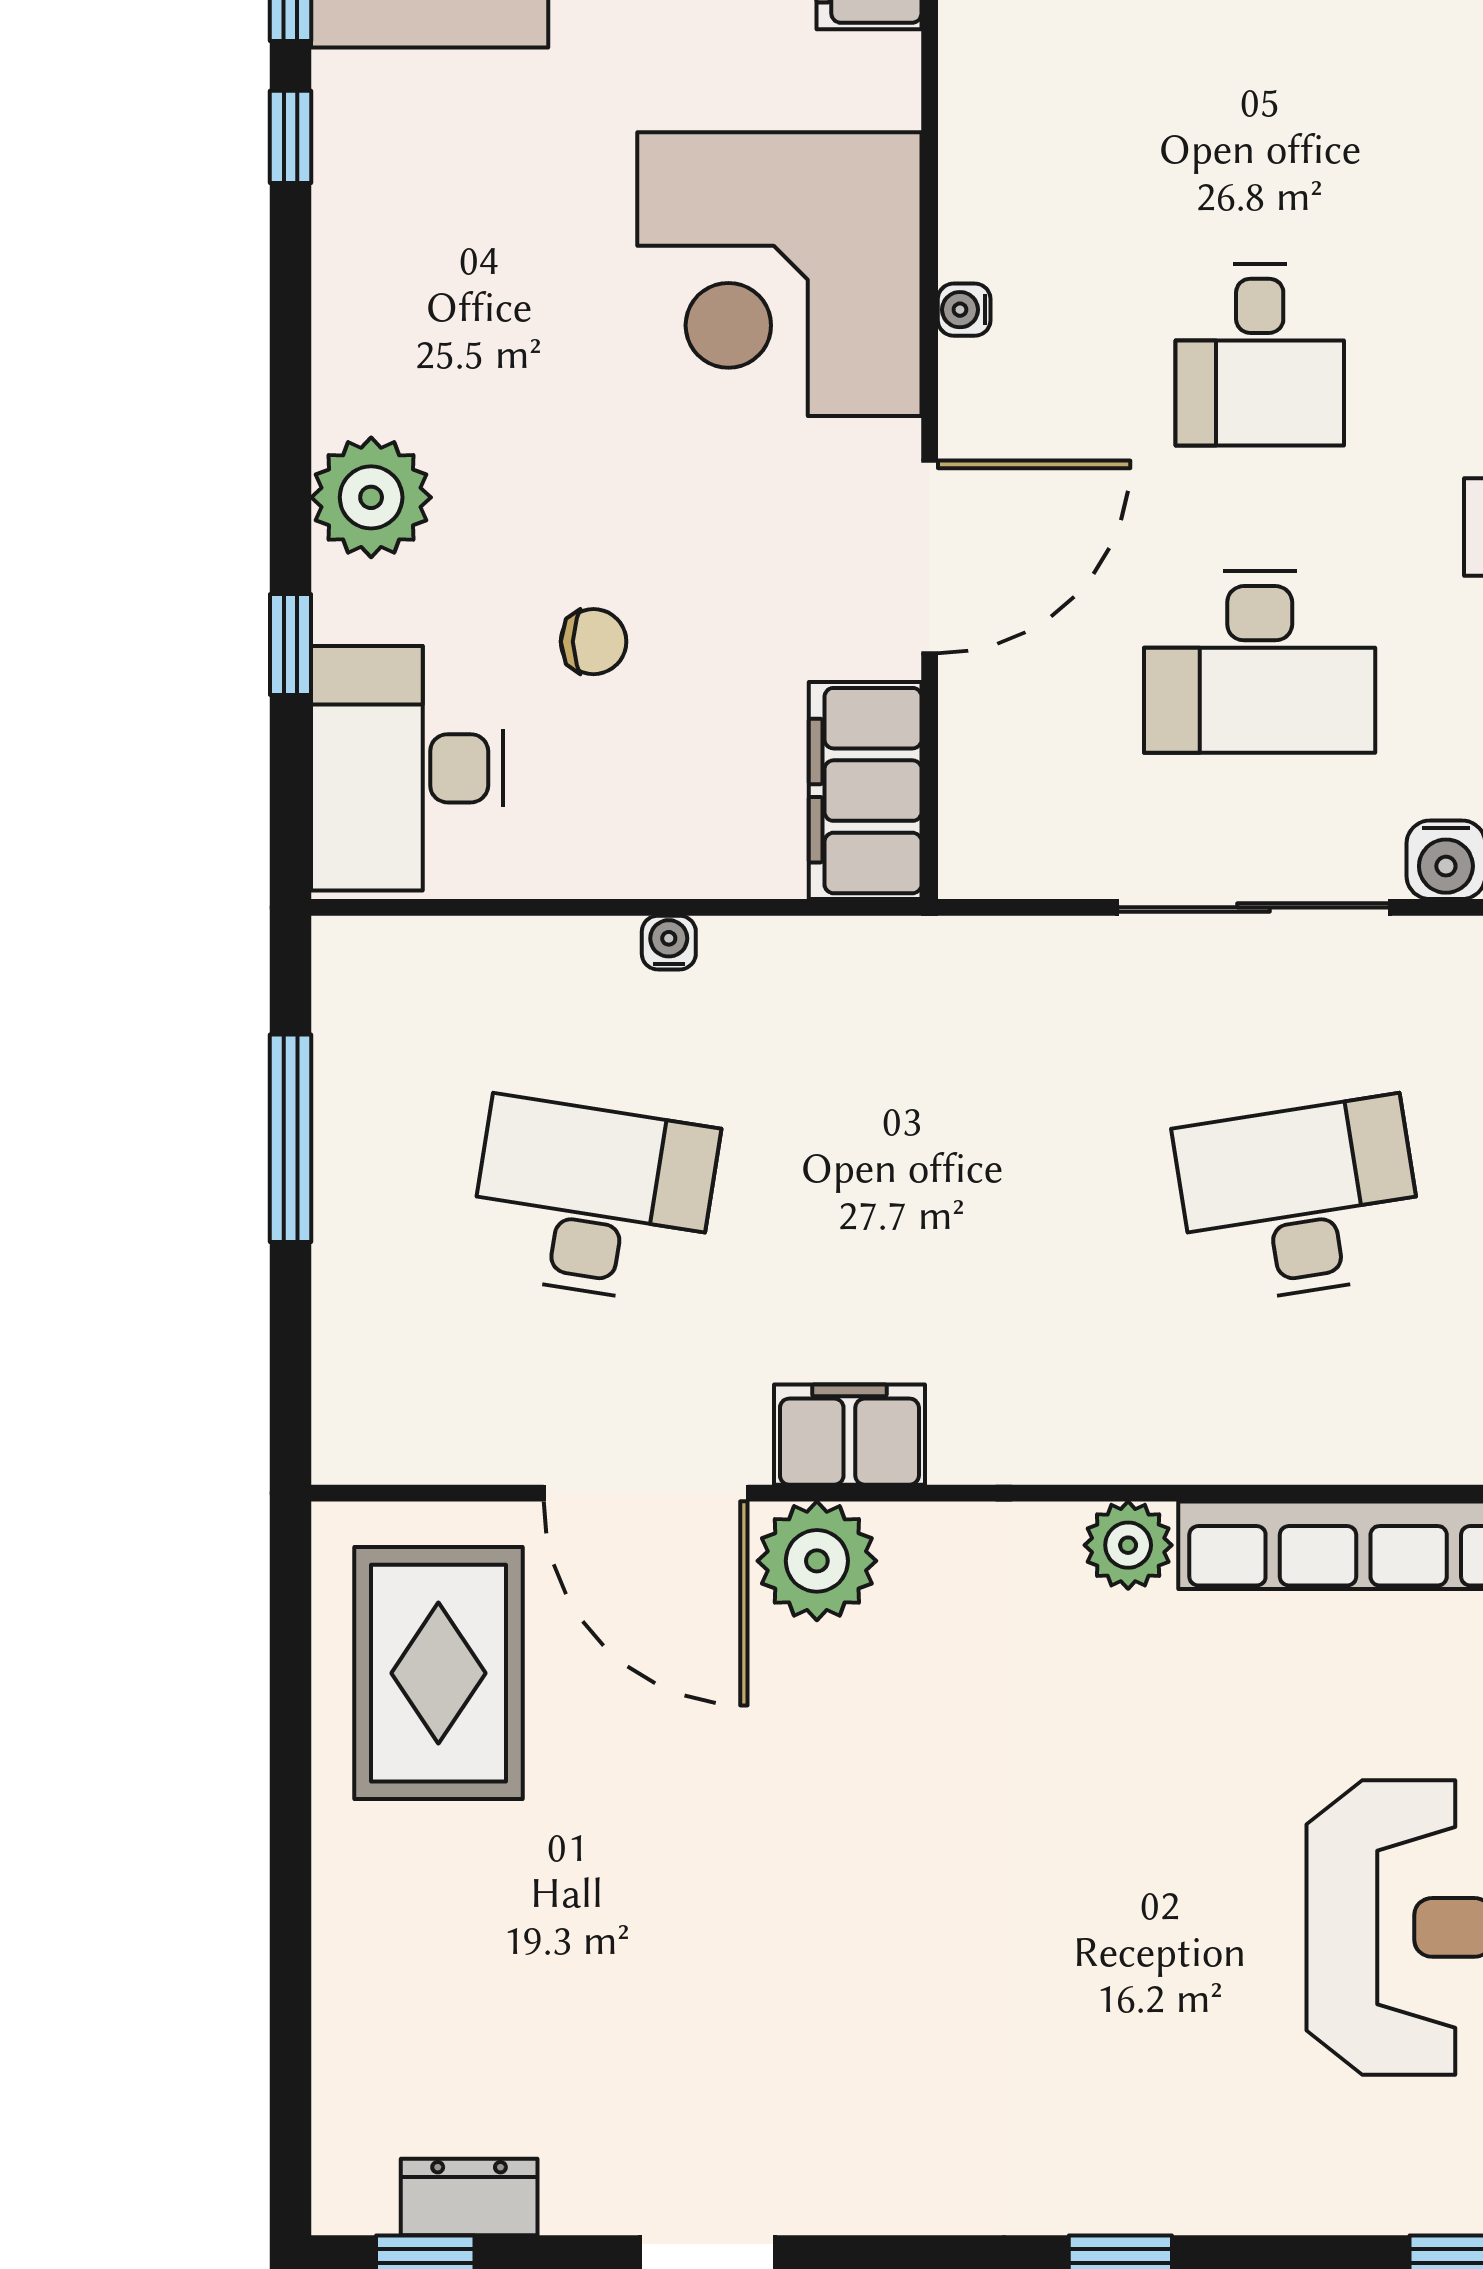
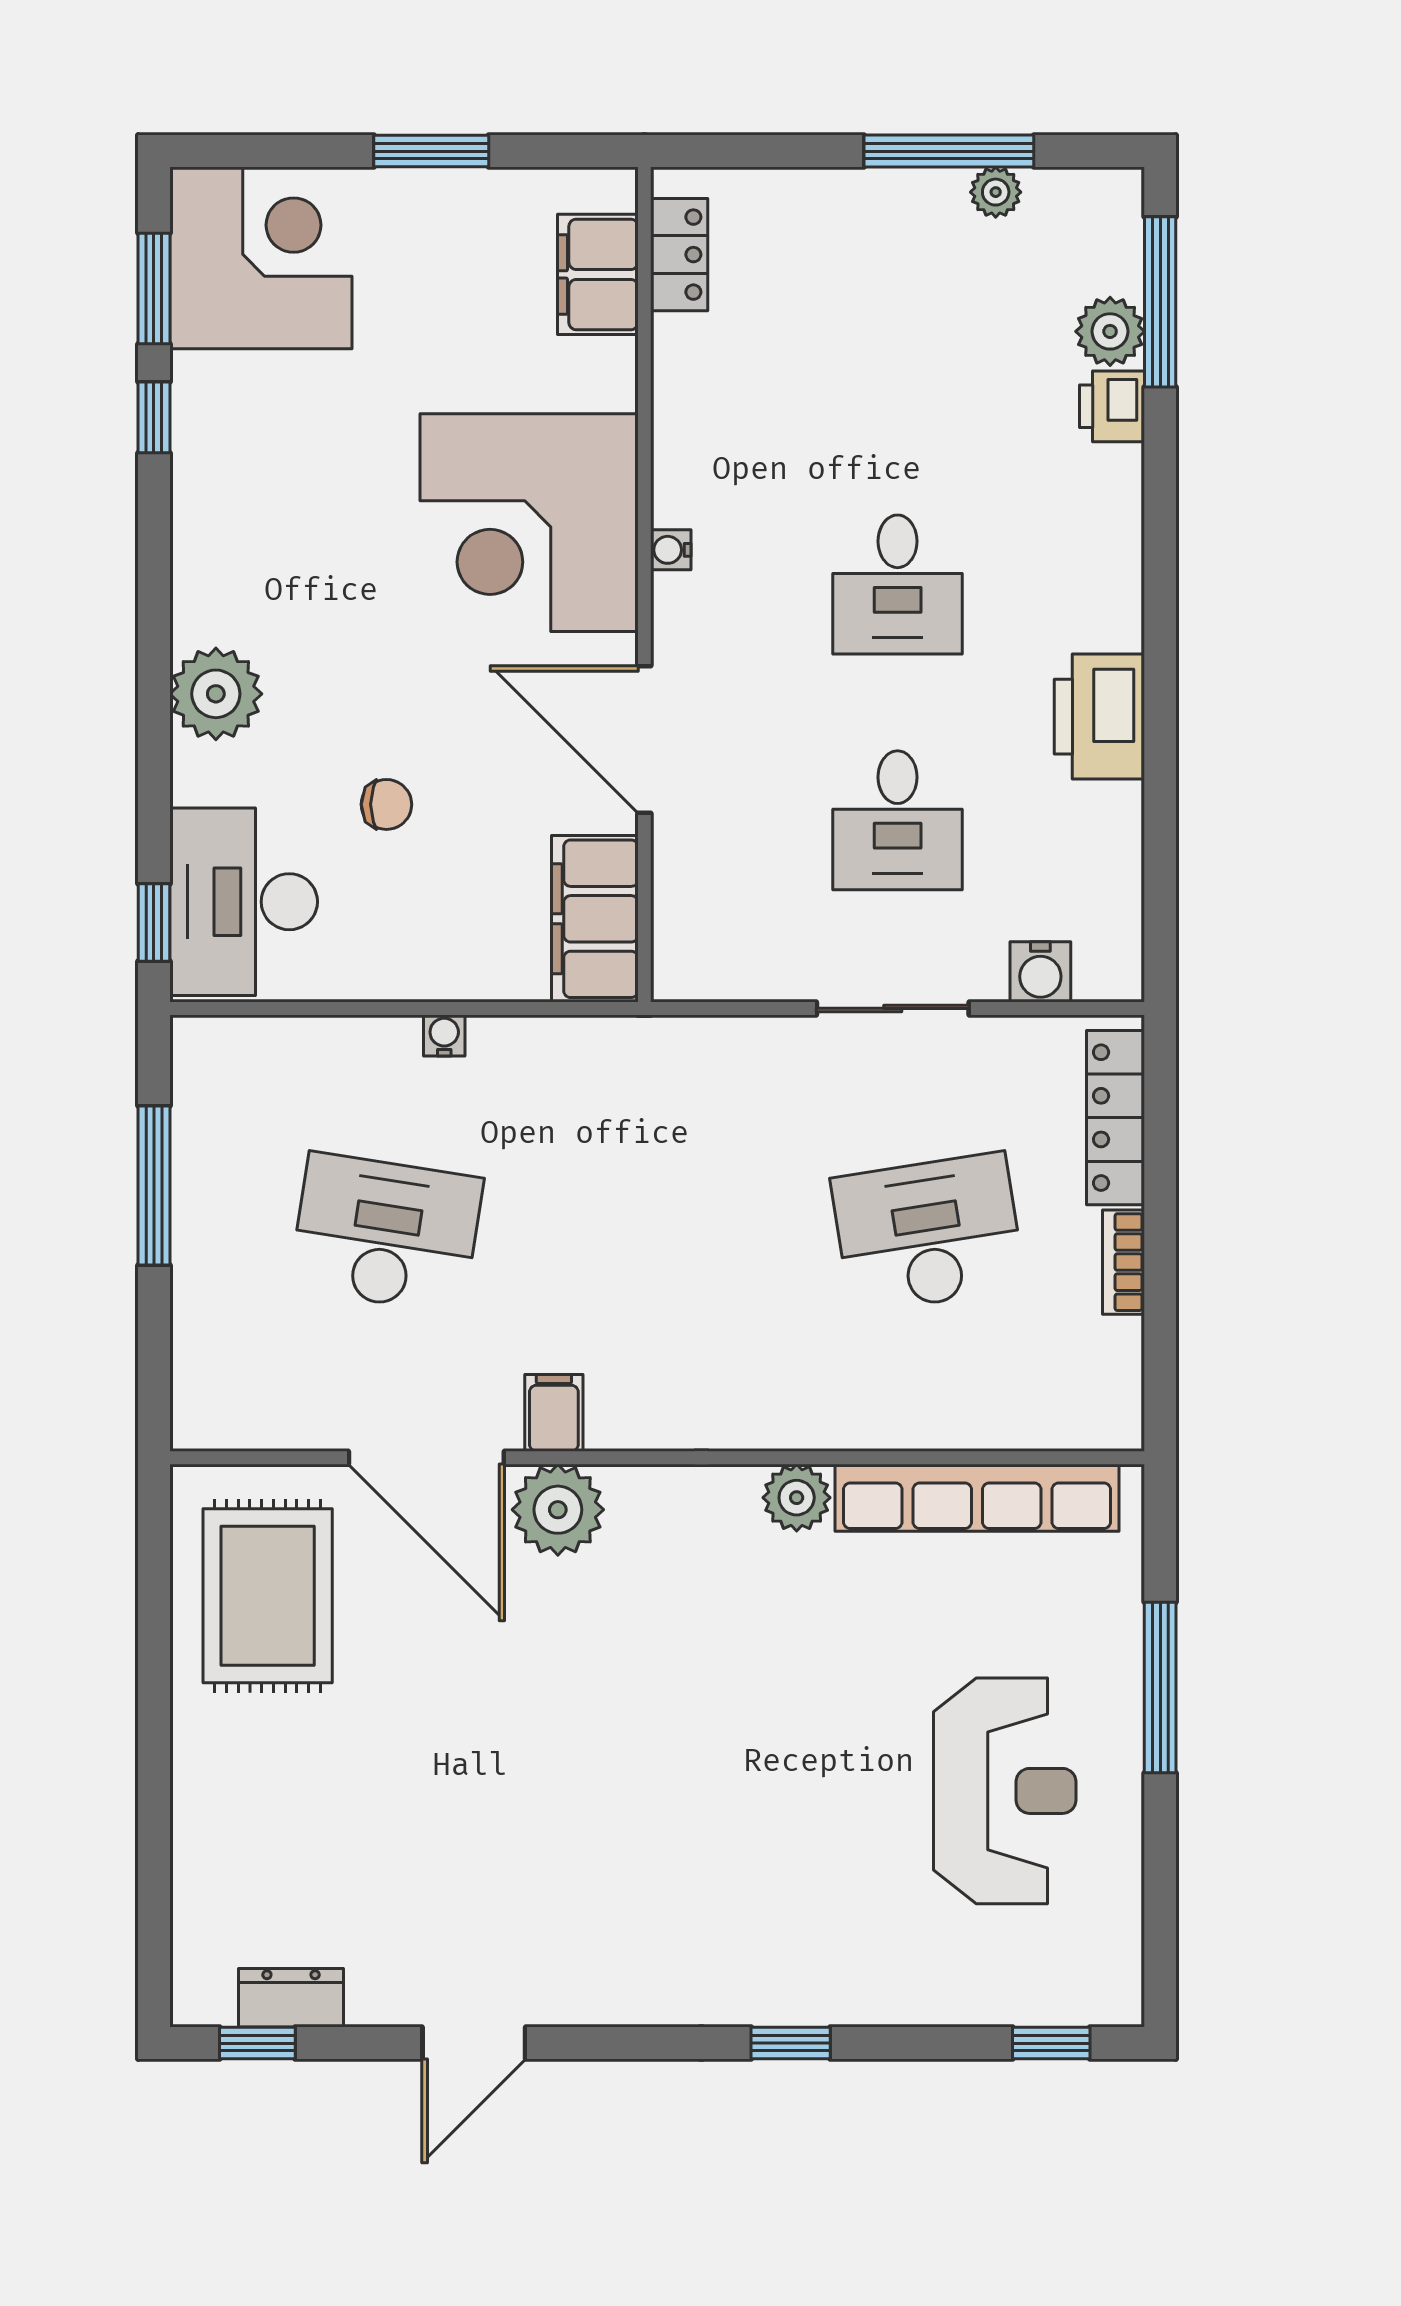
door: (930, 557) -> (644, 740), swing flipped
window: (290, 644) -> (154, 922), moved
desk: (1260, 662) -> (898, 820), width x0.73
sliding door: (1253, 907) -> (893, 1008), width x0.73
filing cabinet: (849, 1435) -> (554, 1413), width x0.50

